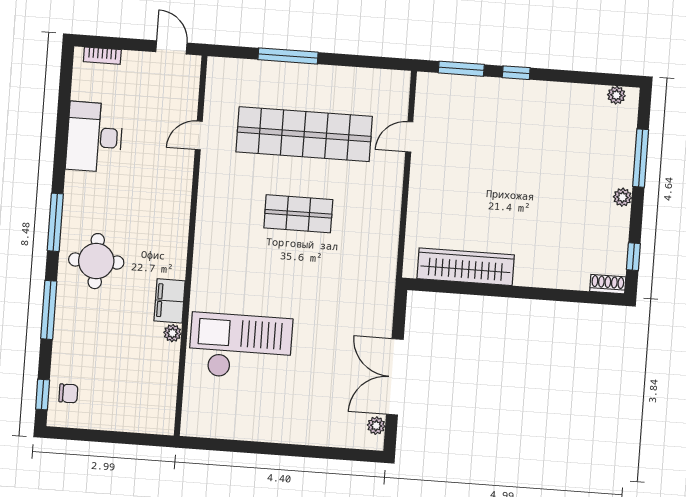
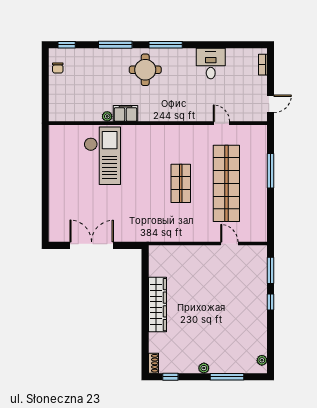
desk: (94, 137) -> (211, 64), width x0.73
wardrobe: (466, 267) -> (157, 305), moved
chair: (68, 393) -> (58, 68), moved
plant: (376, 426) -> (63, 237), removed

